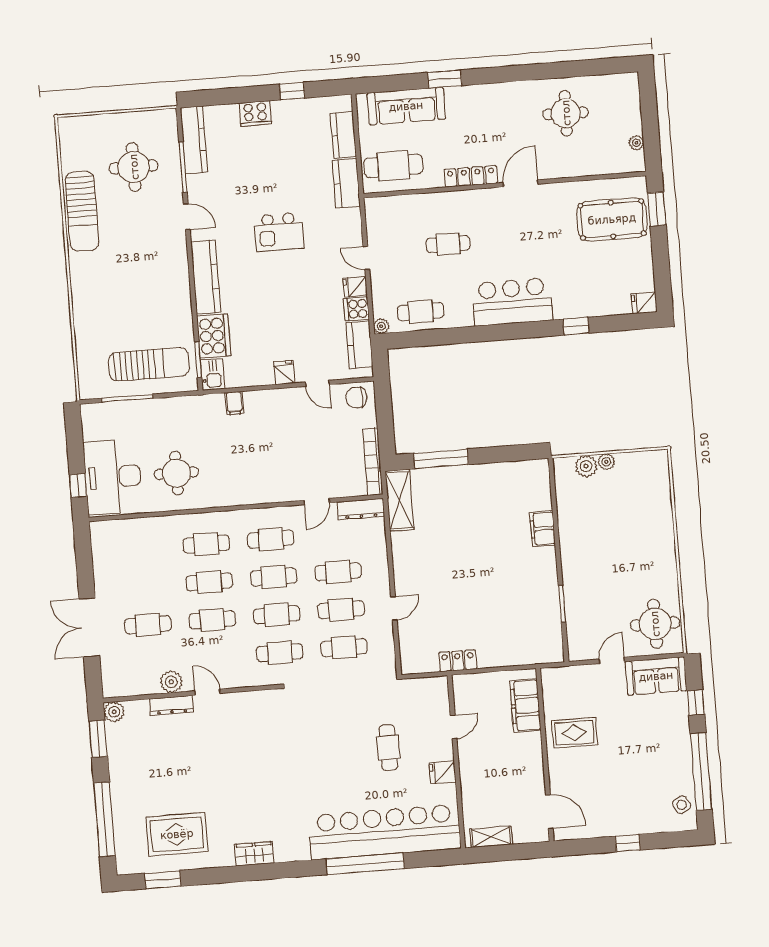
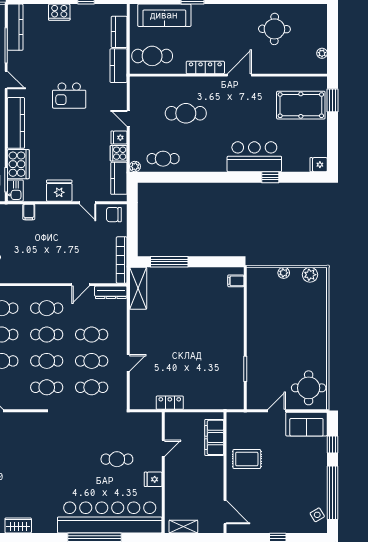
cafe table: (448, 244) -> (186, 113), width x1.37, depth x1.35
bar counter: (512, 302) -> (254, 157), moved
fridge: (284, 373) -> (59, 191), width x1.88, depth x1.34
plant: (586, 466) -> (310, 275), moved
filing cabinet: (543, 529) -> (236, 281), moved, width x0.50
cafe table: (388, 748) -> (117, 459), turned 90

